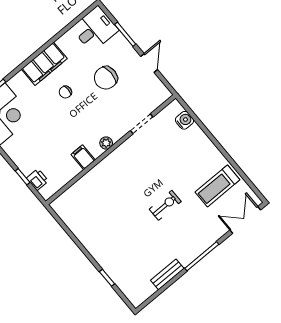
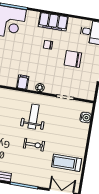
weight bench: (133, 178) -> (34, 117), added

